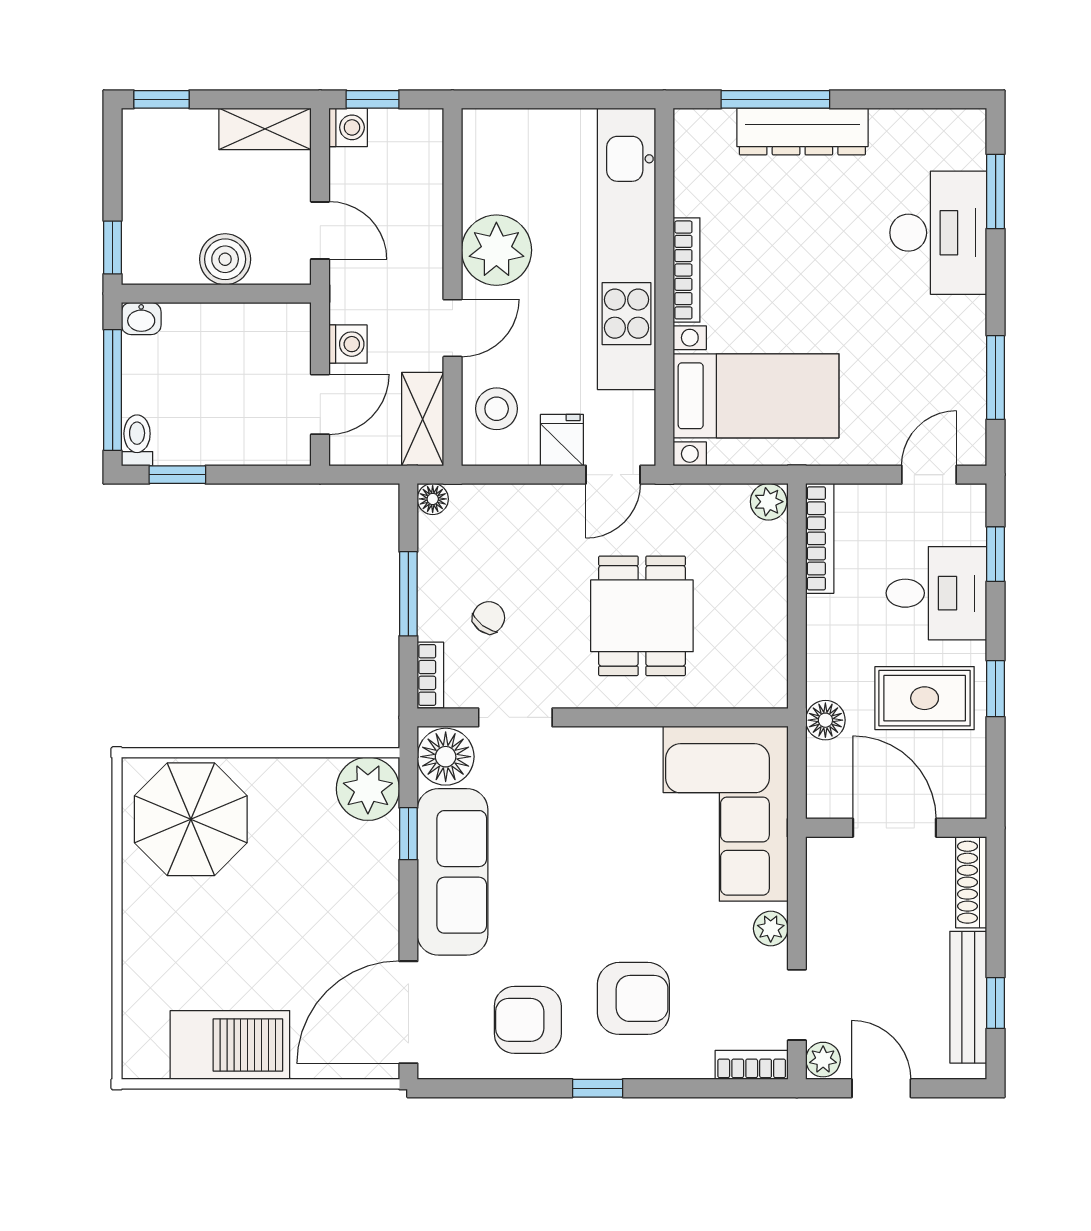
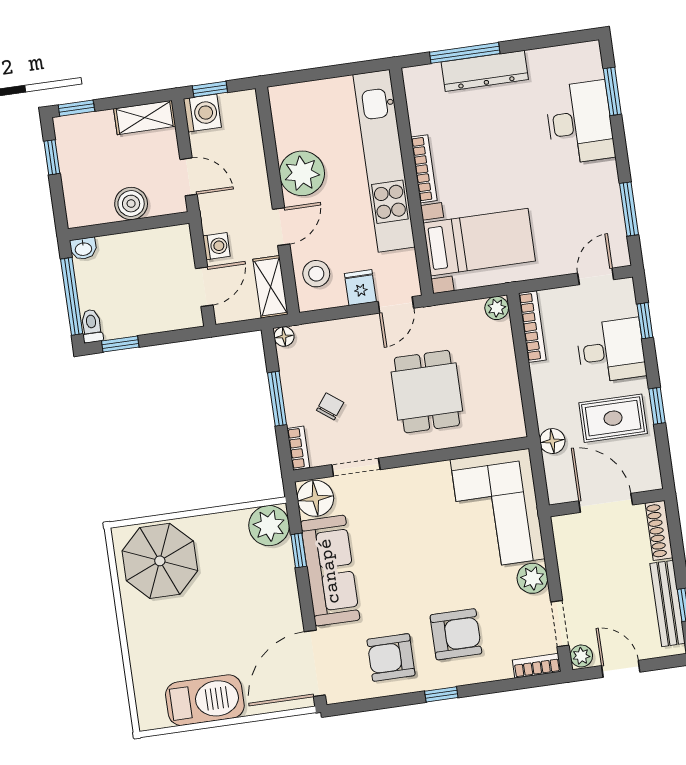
washing machine: (348, 127) -> (202, 113), width x1.38, depth x1.38
window: (113, 247) -> (52, 157), moved
plant: (771, 929) -> (532, 578), width x1.38, depth x1.38

